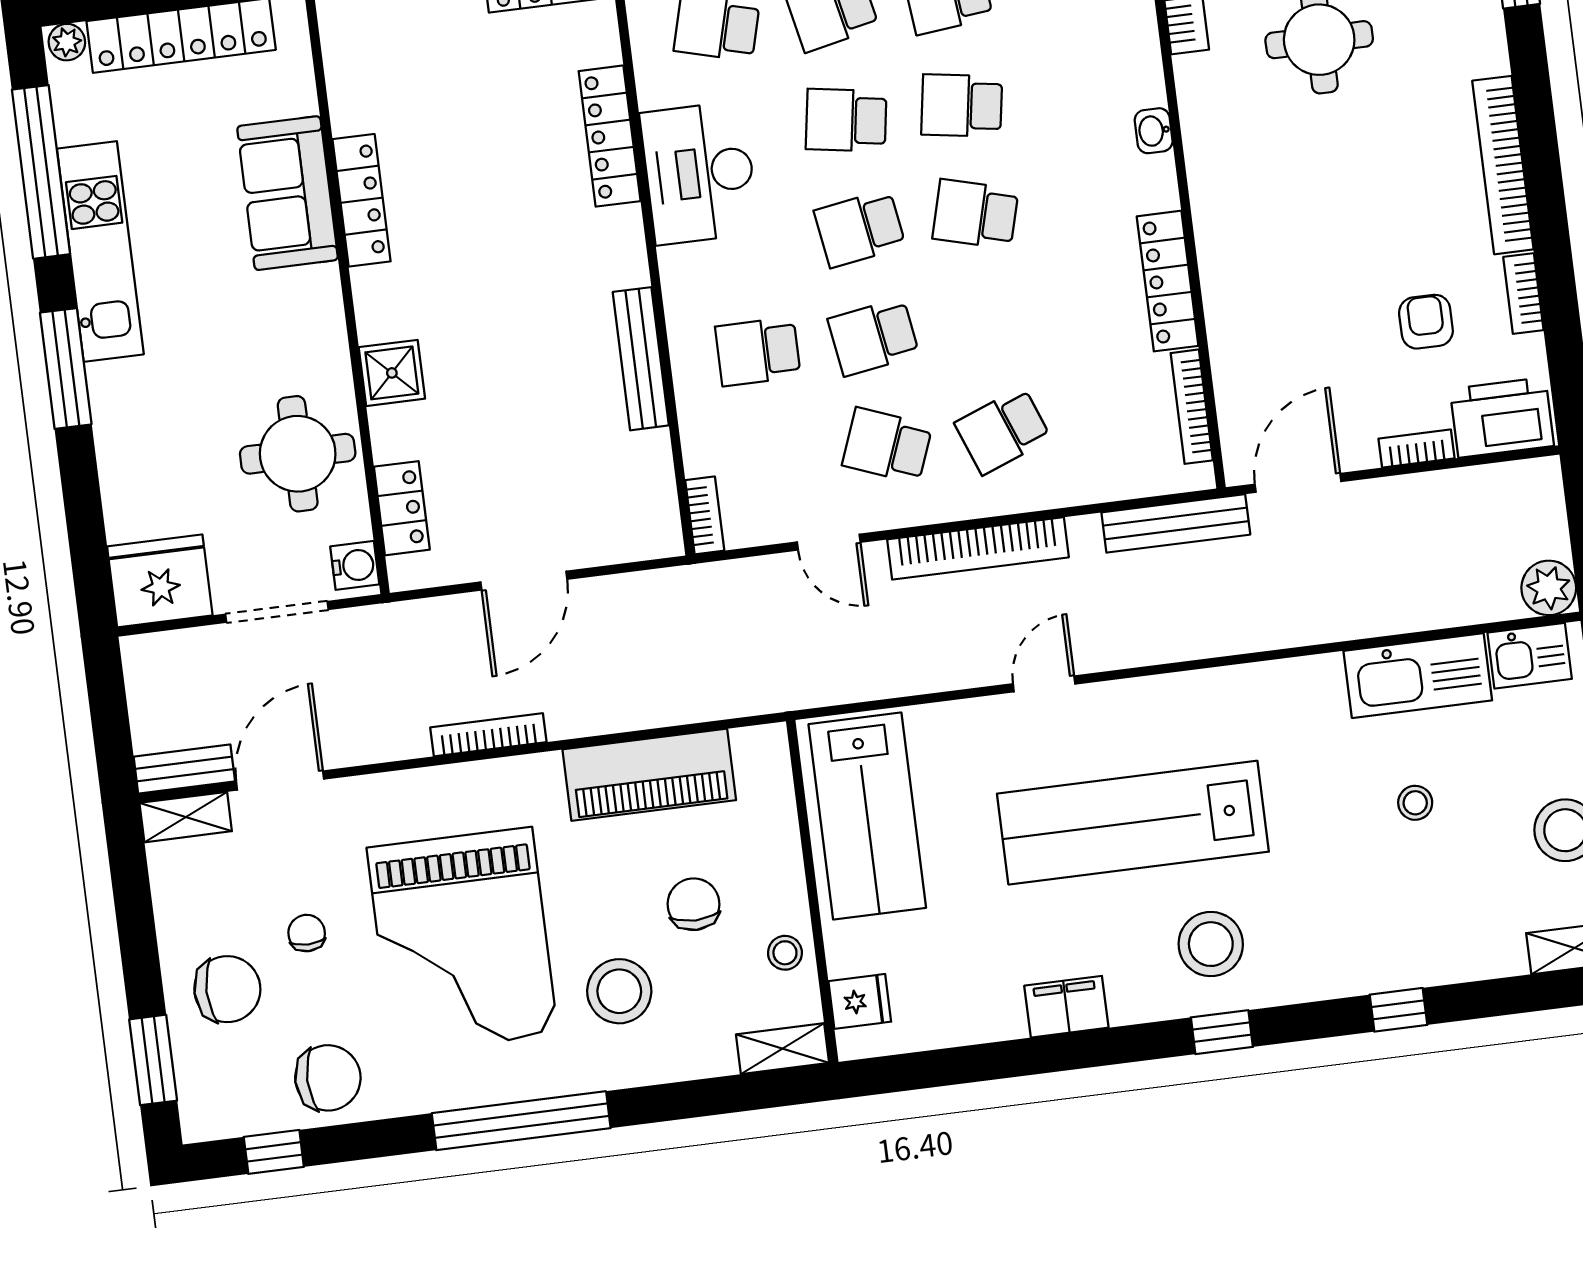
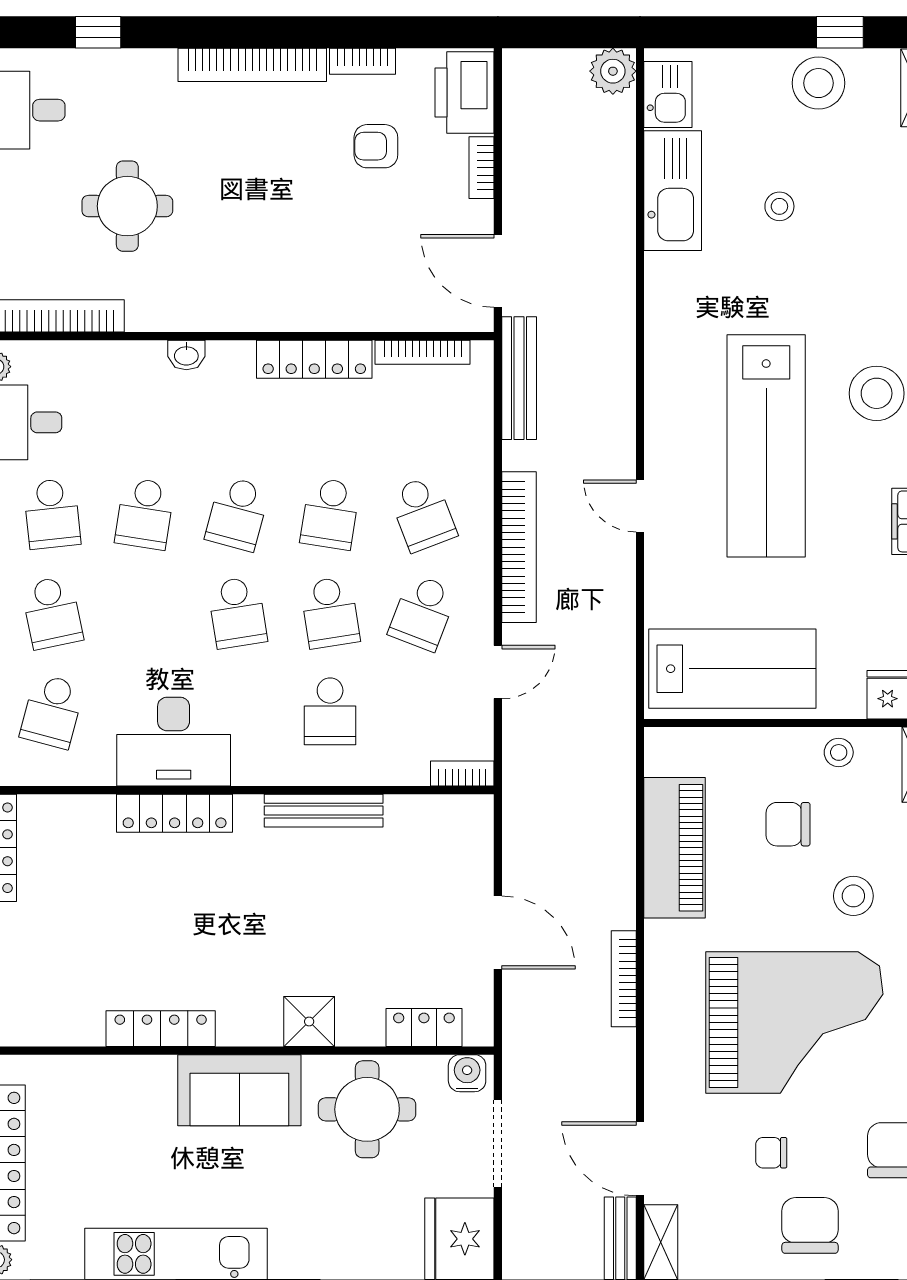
school desk: (846, 120) -> (330, 514), moved
locker: (610, 136) -> (175, 813), moved
sofa: (288, 193) -> (239, 1090), moved
stool: (619, 991) -> (853, 896), width x0.73, depth x0.73

